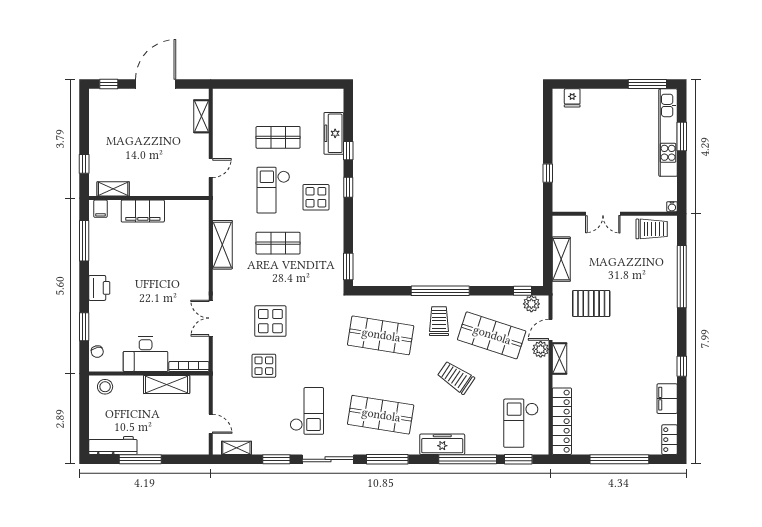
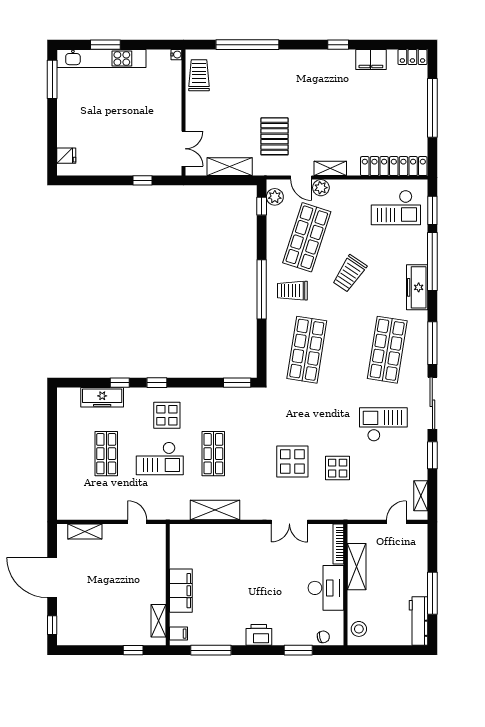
double door: (603, 214) -> (184, 149), moved

